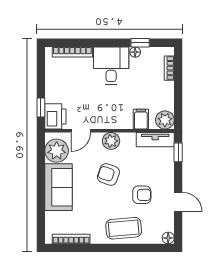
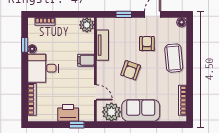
printer: (55, 116) -> (68, 113), moved
filing cabinet: (141, 119) -> (86, 60), moved
tv unit: (155, 140) -> (103, 45), moved
plant: (111, 141) -> (104, 68), removed
window: (178, 152) -> (124, 14), moved

